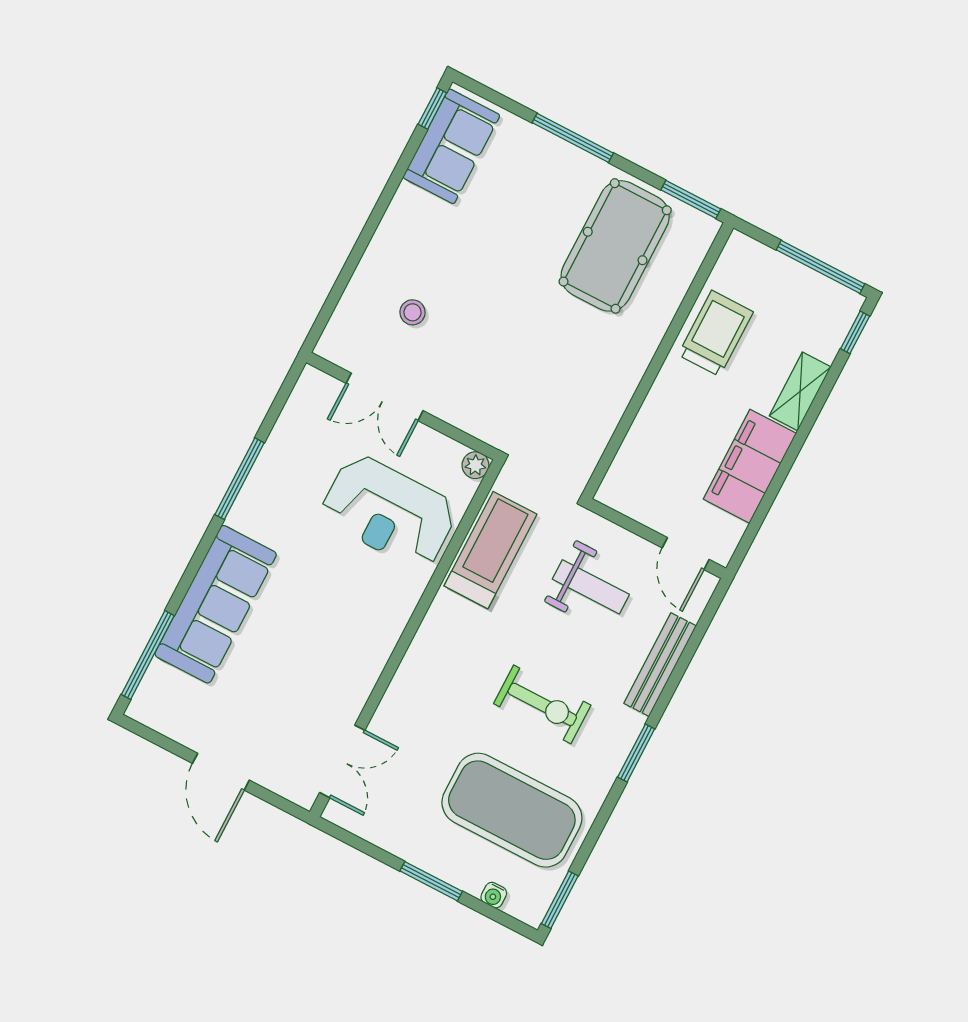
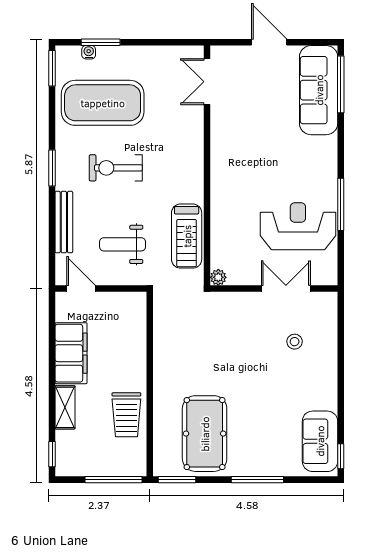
window: (821, 267) -> (113, 480), moved
reception desk: (389, 512) -> (298, 226), moved
sofa: (216, 604) -> (319, 90), moved
window: (431, 881) -> (101, 42), moved

